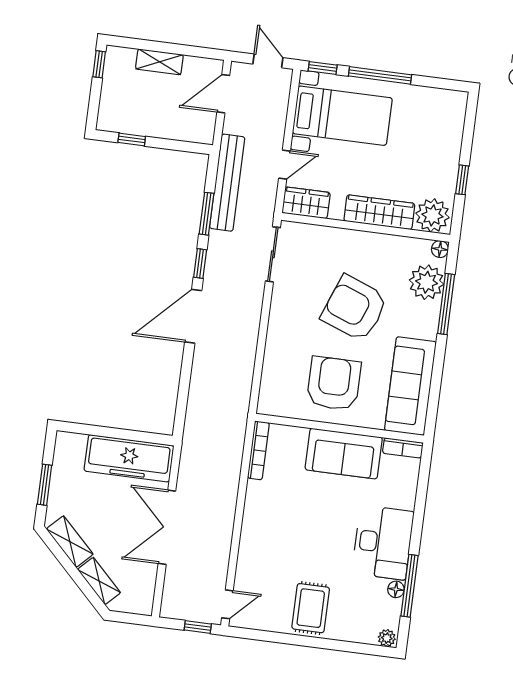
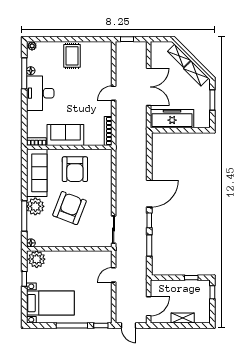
window: (99, 64) -> (212, 292), moved
bed with nightstands: (342, 116) -> (50, 303), moved, turned 180
bench: (227, 183) -> (141, 262), removed
wardrobe: (306, 203) -> (100, 257), removed
wardrobe: (379, 212) -> (63, 257), removed
plant: (427, 282) -> (35, 206), moved
armchair: (355, 308) -> (69, 208), turned -90
door: (227, 604) -> (114, 93), moved

